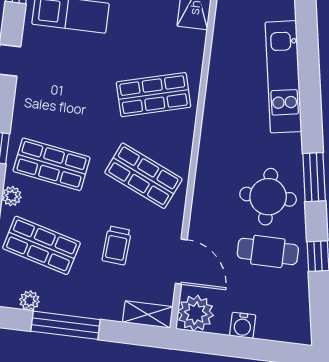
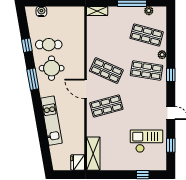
trolley: (117, 245) -> (114, 39), removed
door: (181, 262) -> (85, 89), moved
plant: (196, 313) -> (77, 14), removed
water cooler: (243, 325) -> (41, 11), moved

